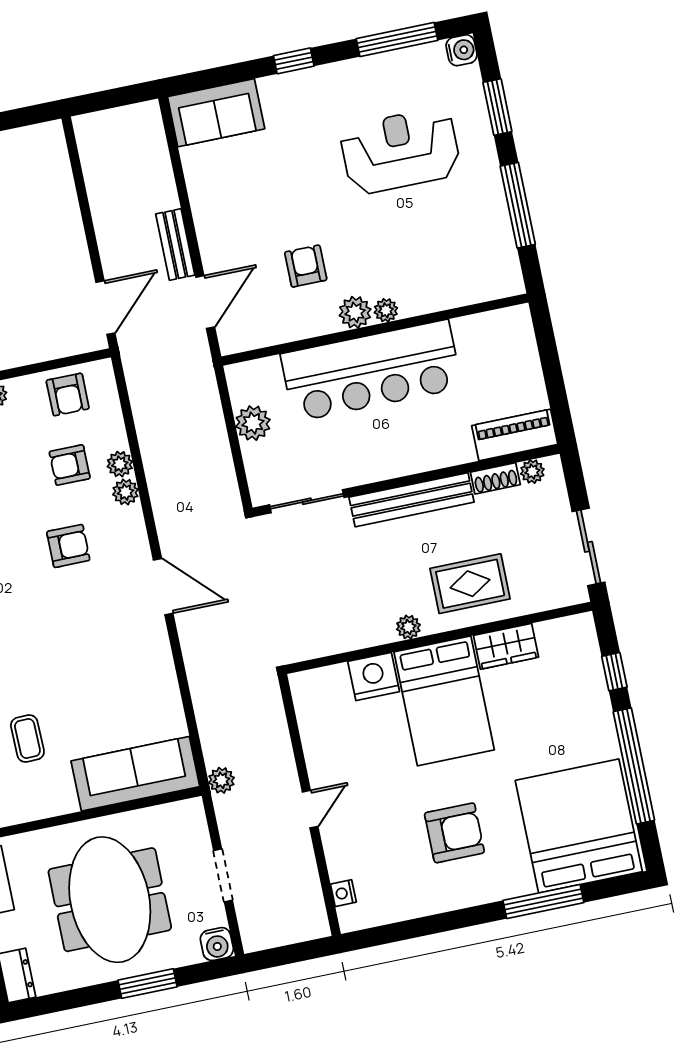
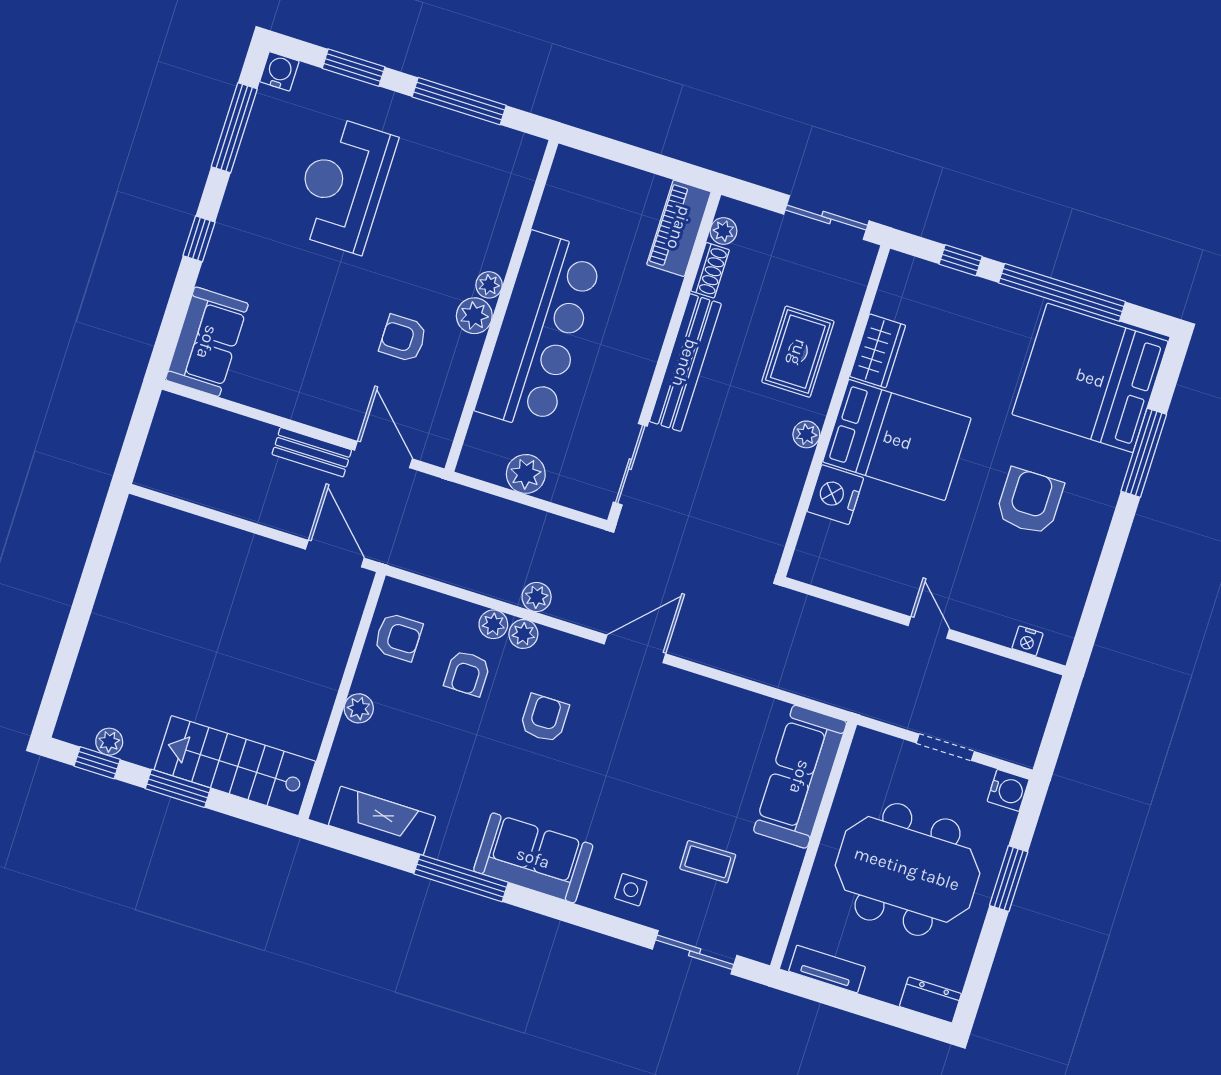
plant: (221, 780) -> (537, 597), moved

